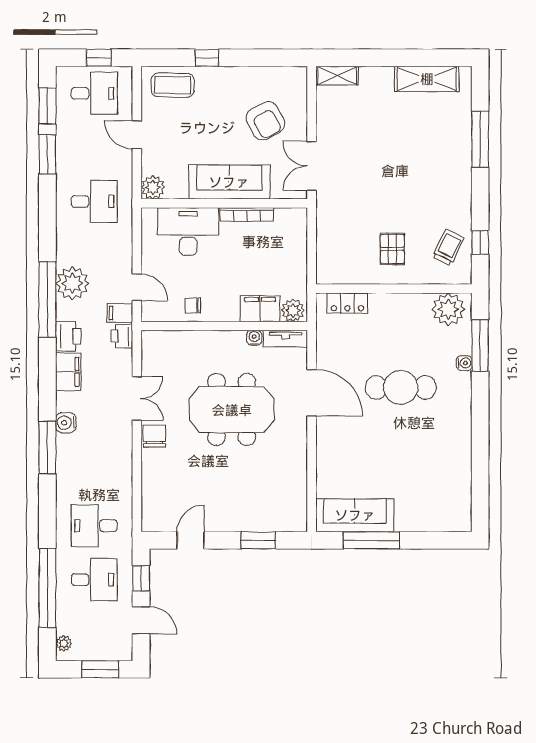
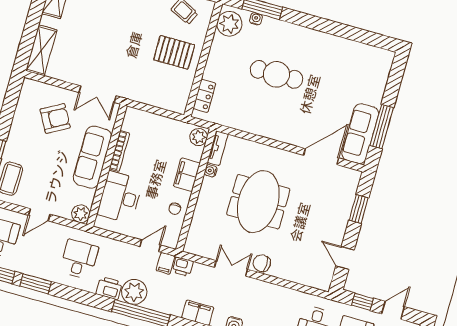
shelving: (337, 76) -> (41, 50), width x1.50, depth x1.33
pallet: (392, 249) -> (174, 52), width x1.50, depth x1.42
filing cabinet: (260, 309) -> (187, 175), moved
printer: (68, 336) -> (109, 288), moved
water cooler: (464, 363) -> (256, 19), moved
cafe table: (401, 387) -> (276, 74), turned 90
door: (312, 393) -> (321, 157), moved

